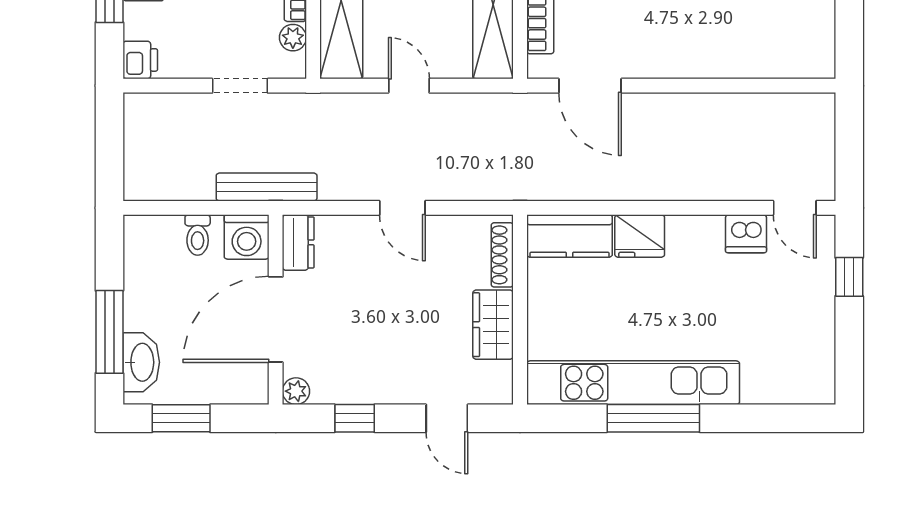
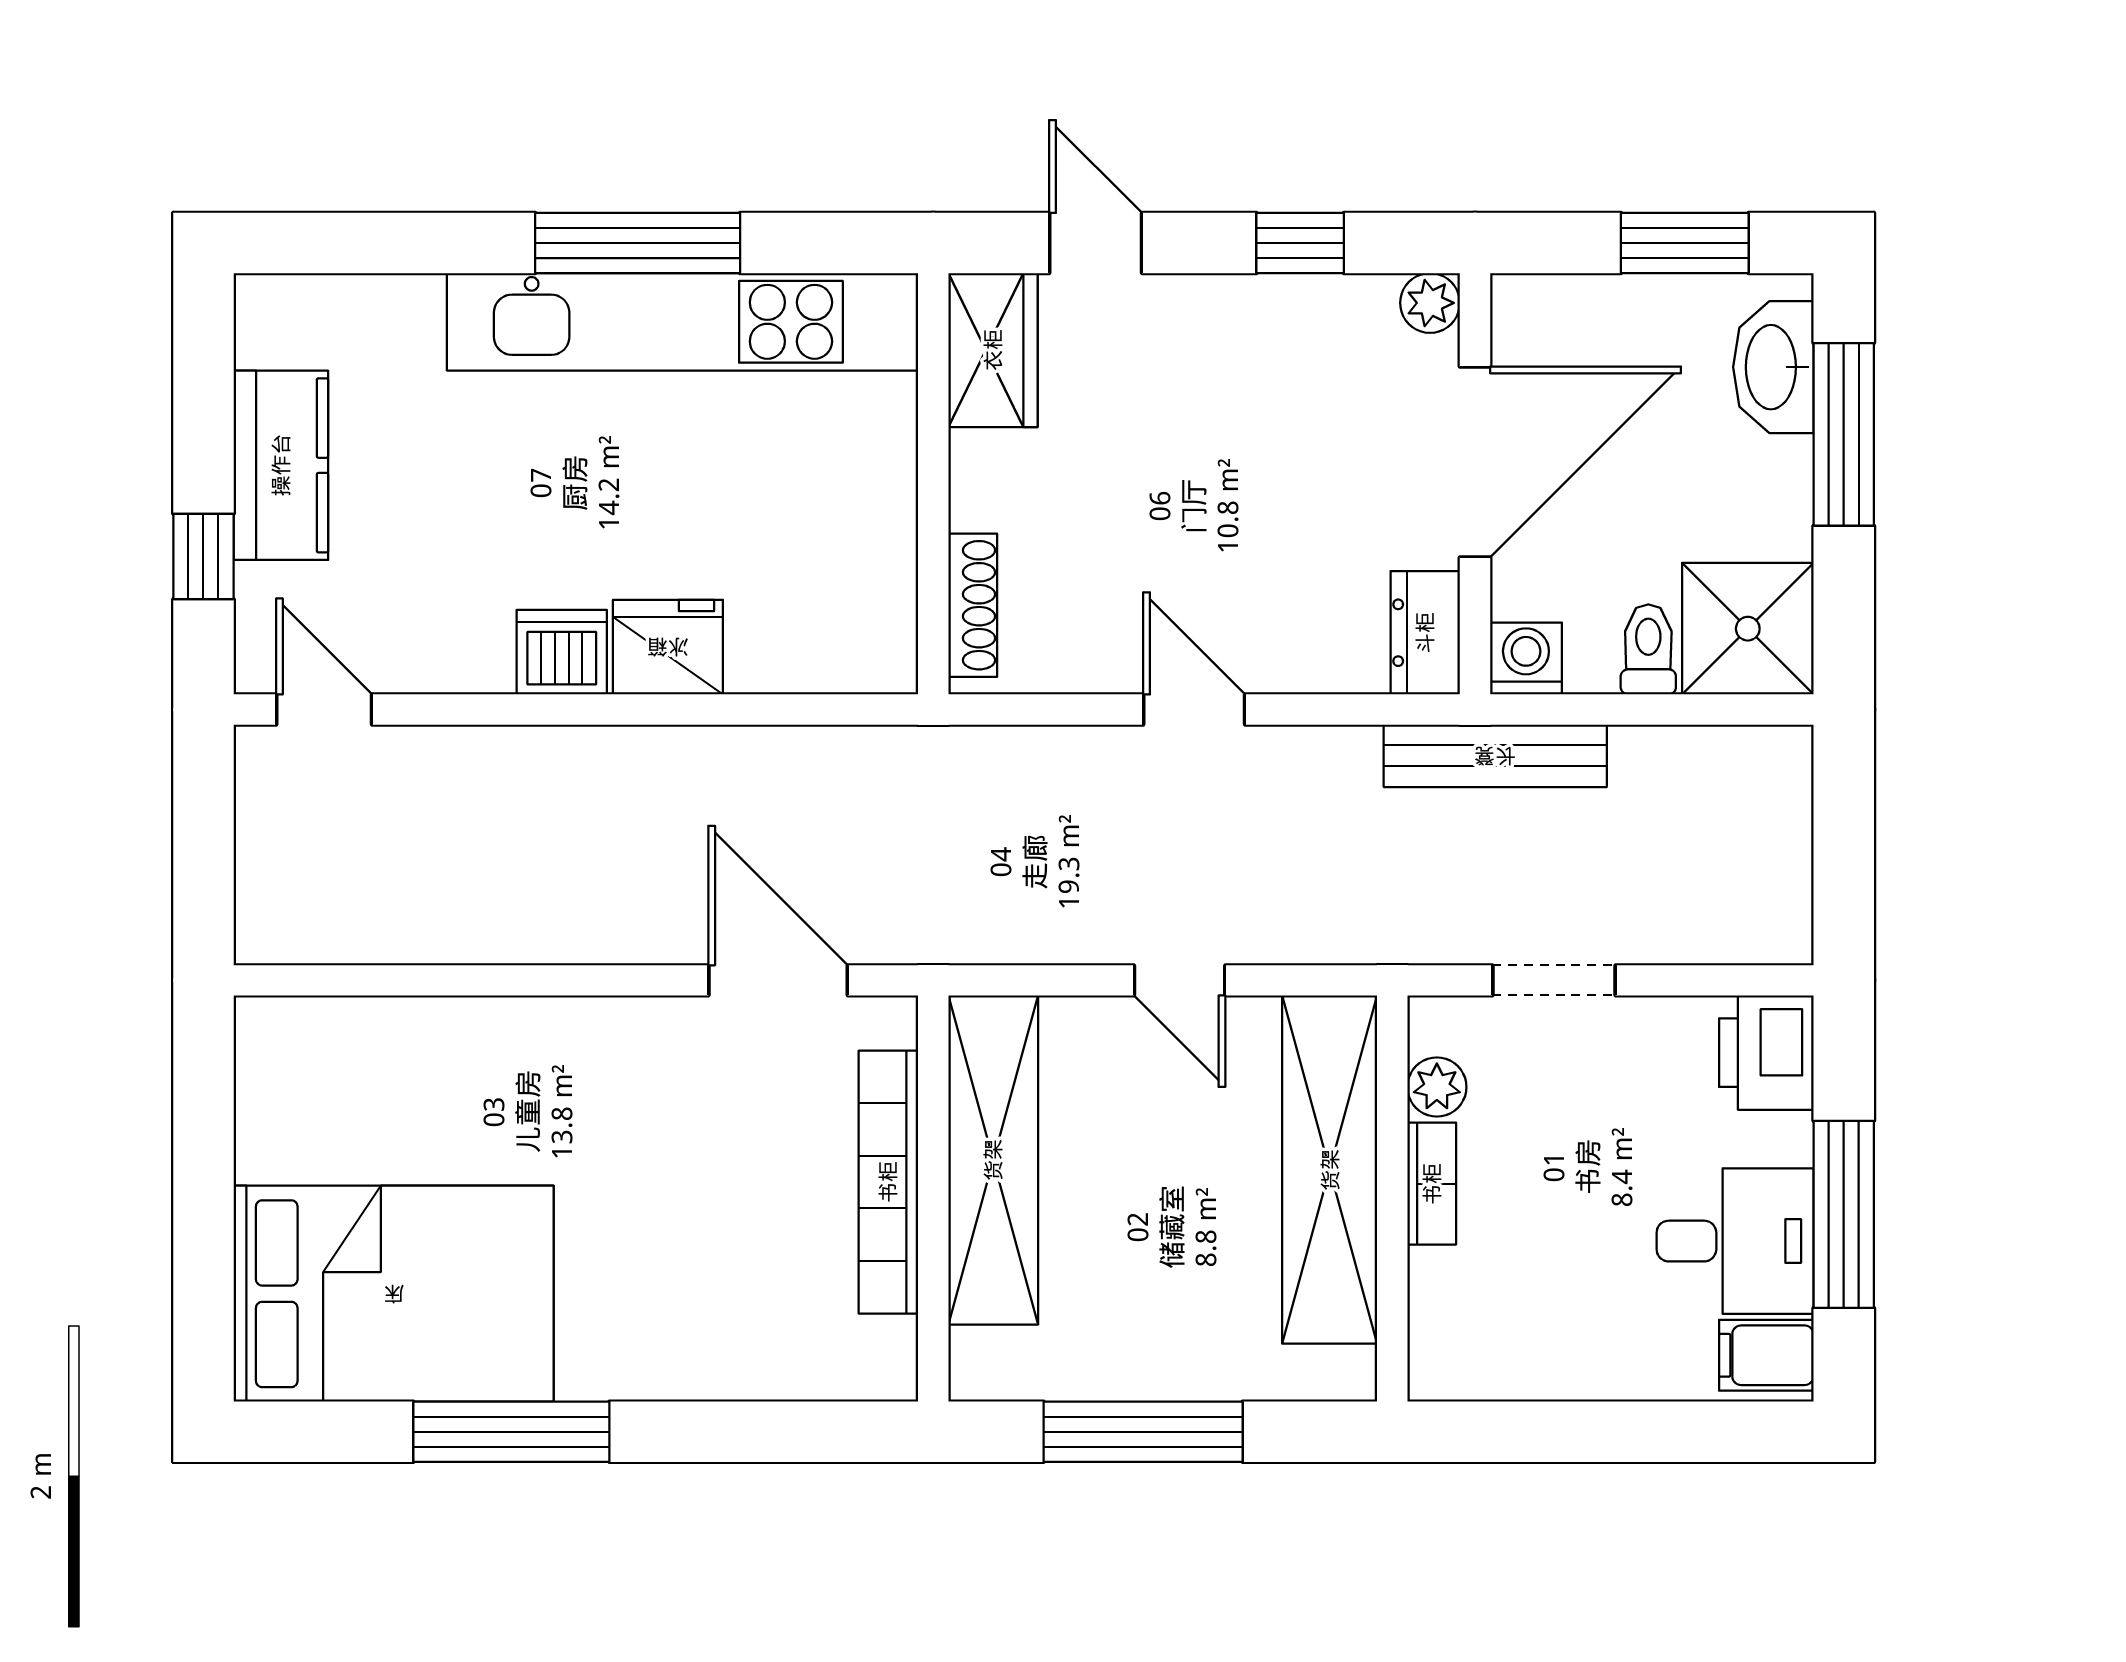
printer: (140, 60) -> (1766, 1053), width x1.36, depth x1.24
dishwasher: (746, 234) -> (562, 652), moved
kitchen counter: (570, 236) -> (281, 465), moved, turned 90
washing machine: (247, 237) -> (1526, 659), width x0.73, depth x0.73
shower: (153, 244) -> (1748, 629), added
wardrobe: (493, 325) -> (993, 350), moved

